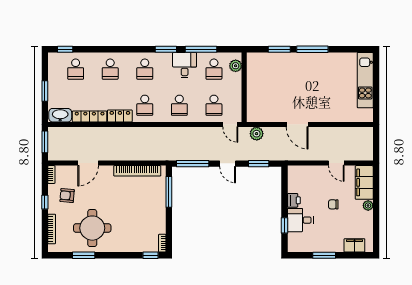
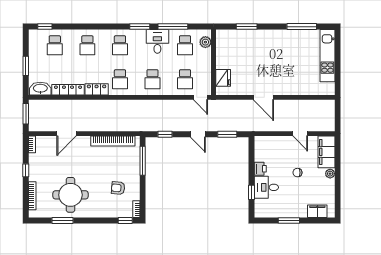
window: (312, 49) -> (302, 27), moved
fridge: (254, 104) -> (223, 78), added
plant: (257, 134) -> (225, 106), removed
window: (193, 164) -> (165, 134), width x0.46
armchair: (67, 196) -> (118, 188), moved

